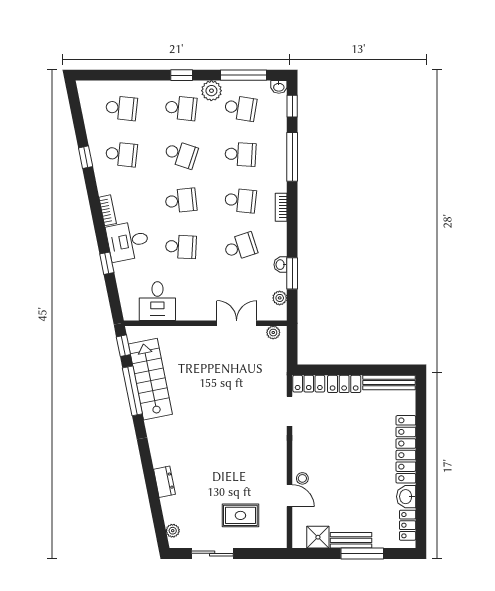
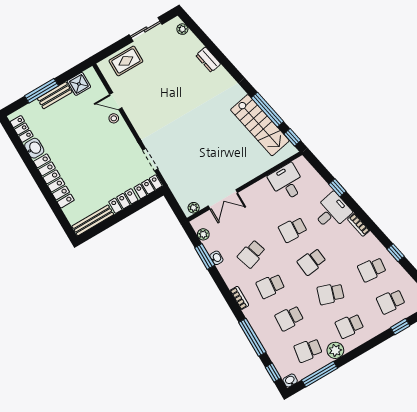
window: (182, 75) -> (400, 327), moved
rug: (240, 515) -> (126, 61), moved

